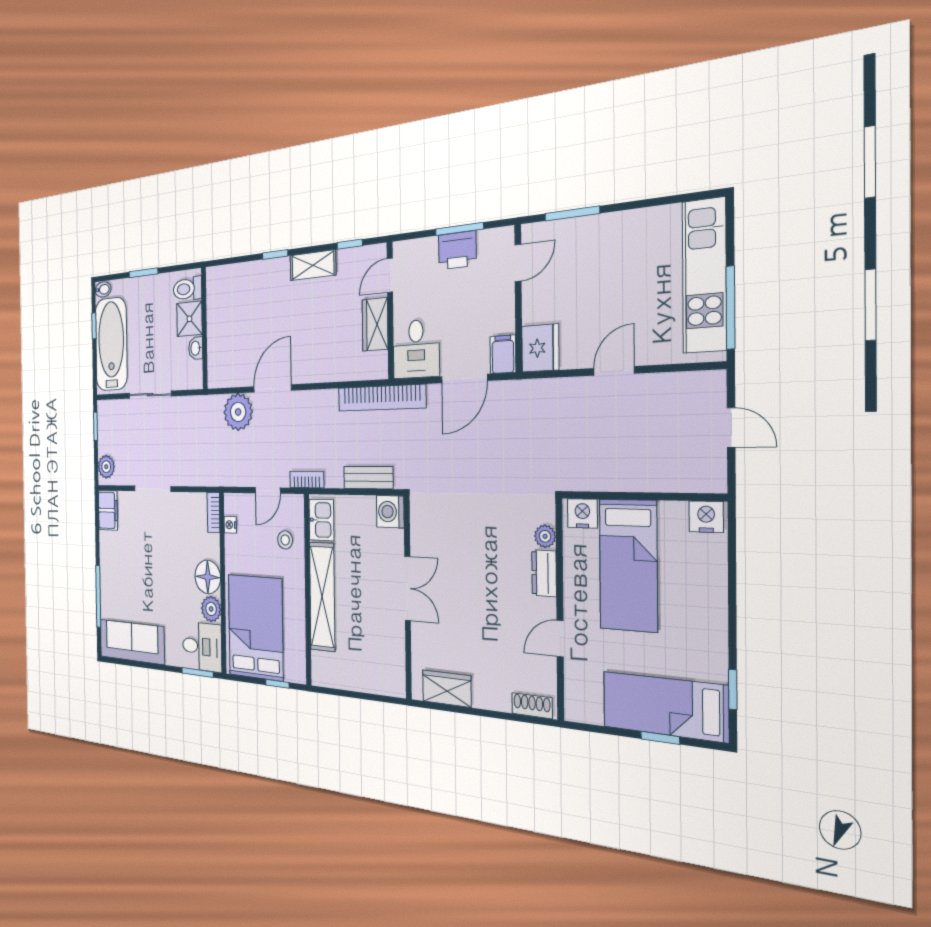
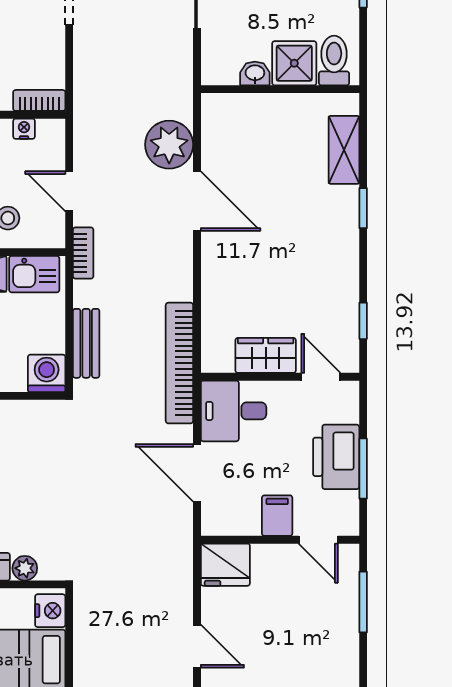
printer: (457, 250) -> (336, 457), width x1.37, depth x1.19
shelving: (313, 265) -> (344, 150), moved
filing cabinet: (503, 354) -> (277, 516), moved, turned -90

